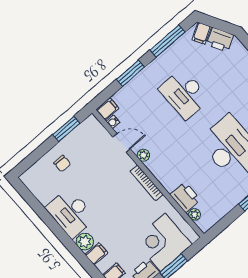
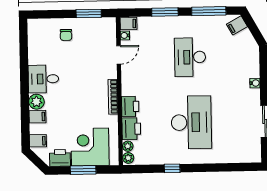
printer: (220, 40) -> (130, 107), moved, turned -151
door: (122, 143) -> (119, 55), hinge flipped
plant: (143, 155) -> (128, 158), moved
desk: (71, 213) -> (43, 79), width x0.73

